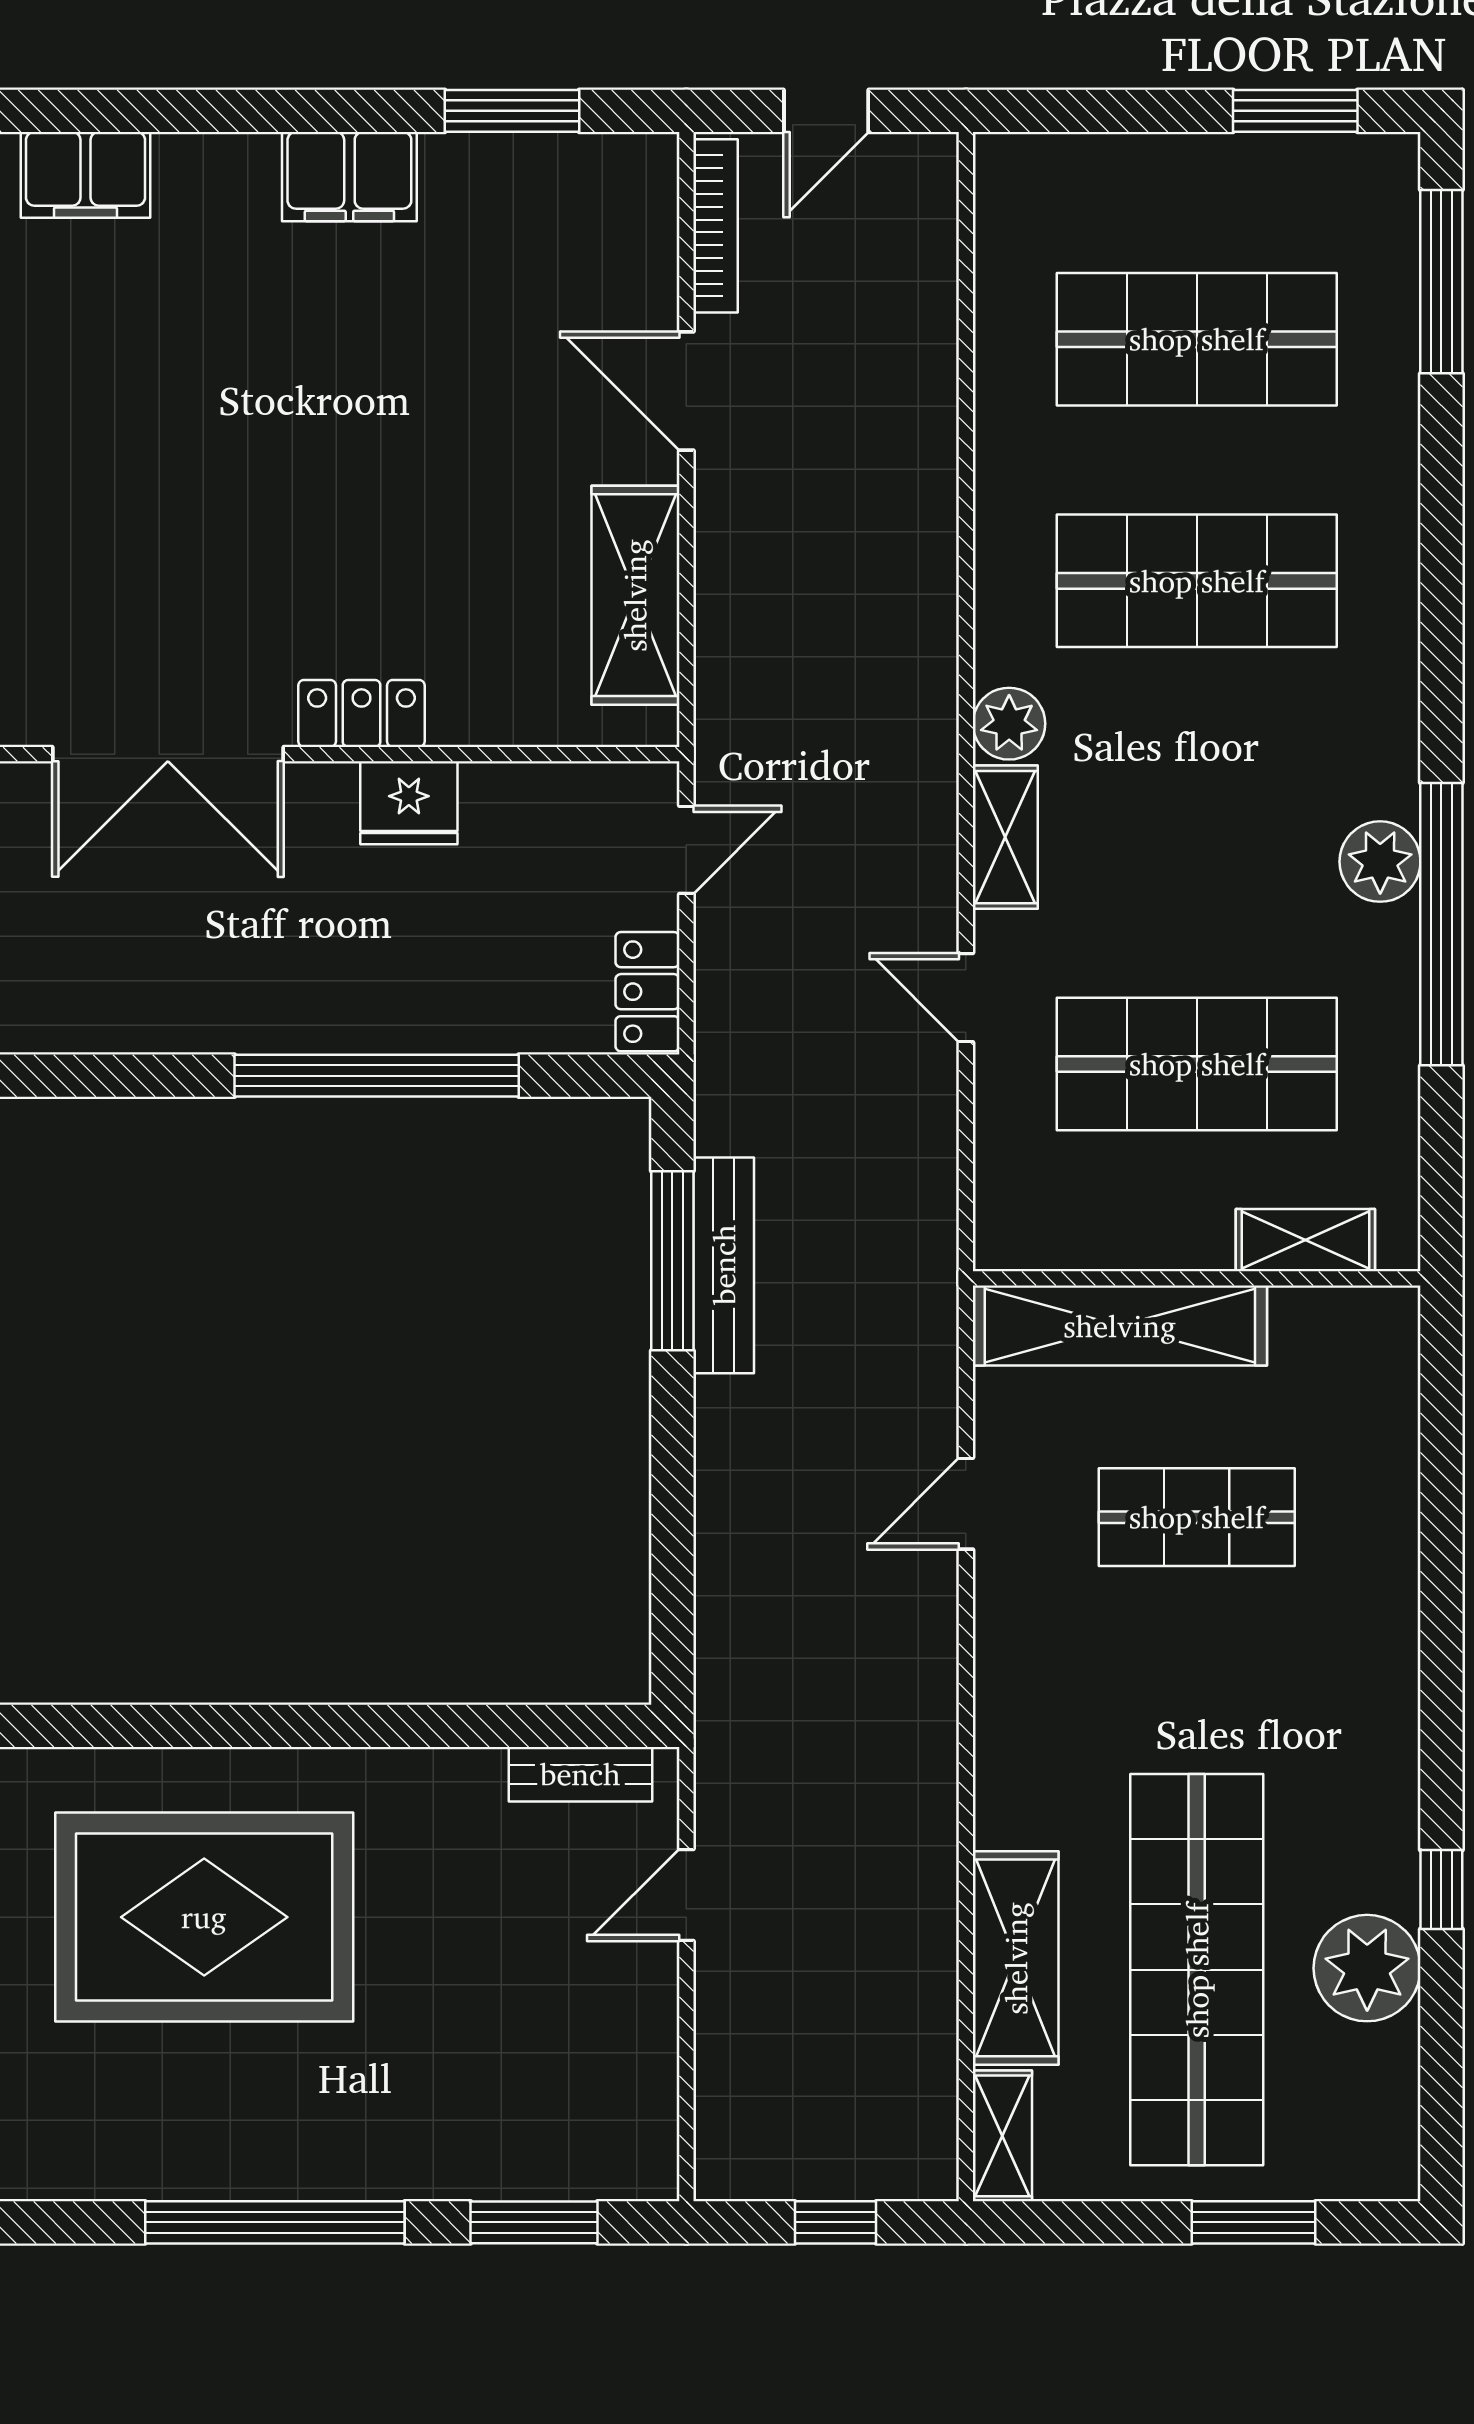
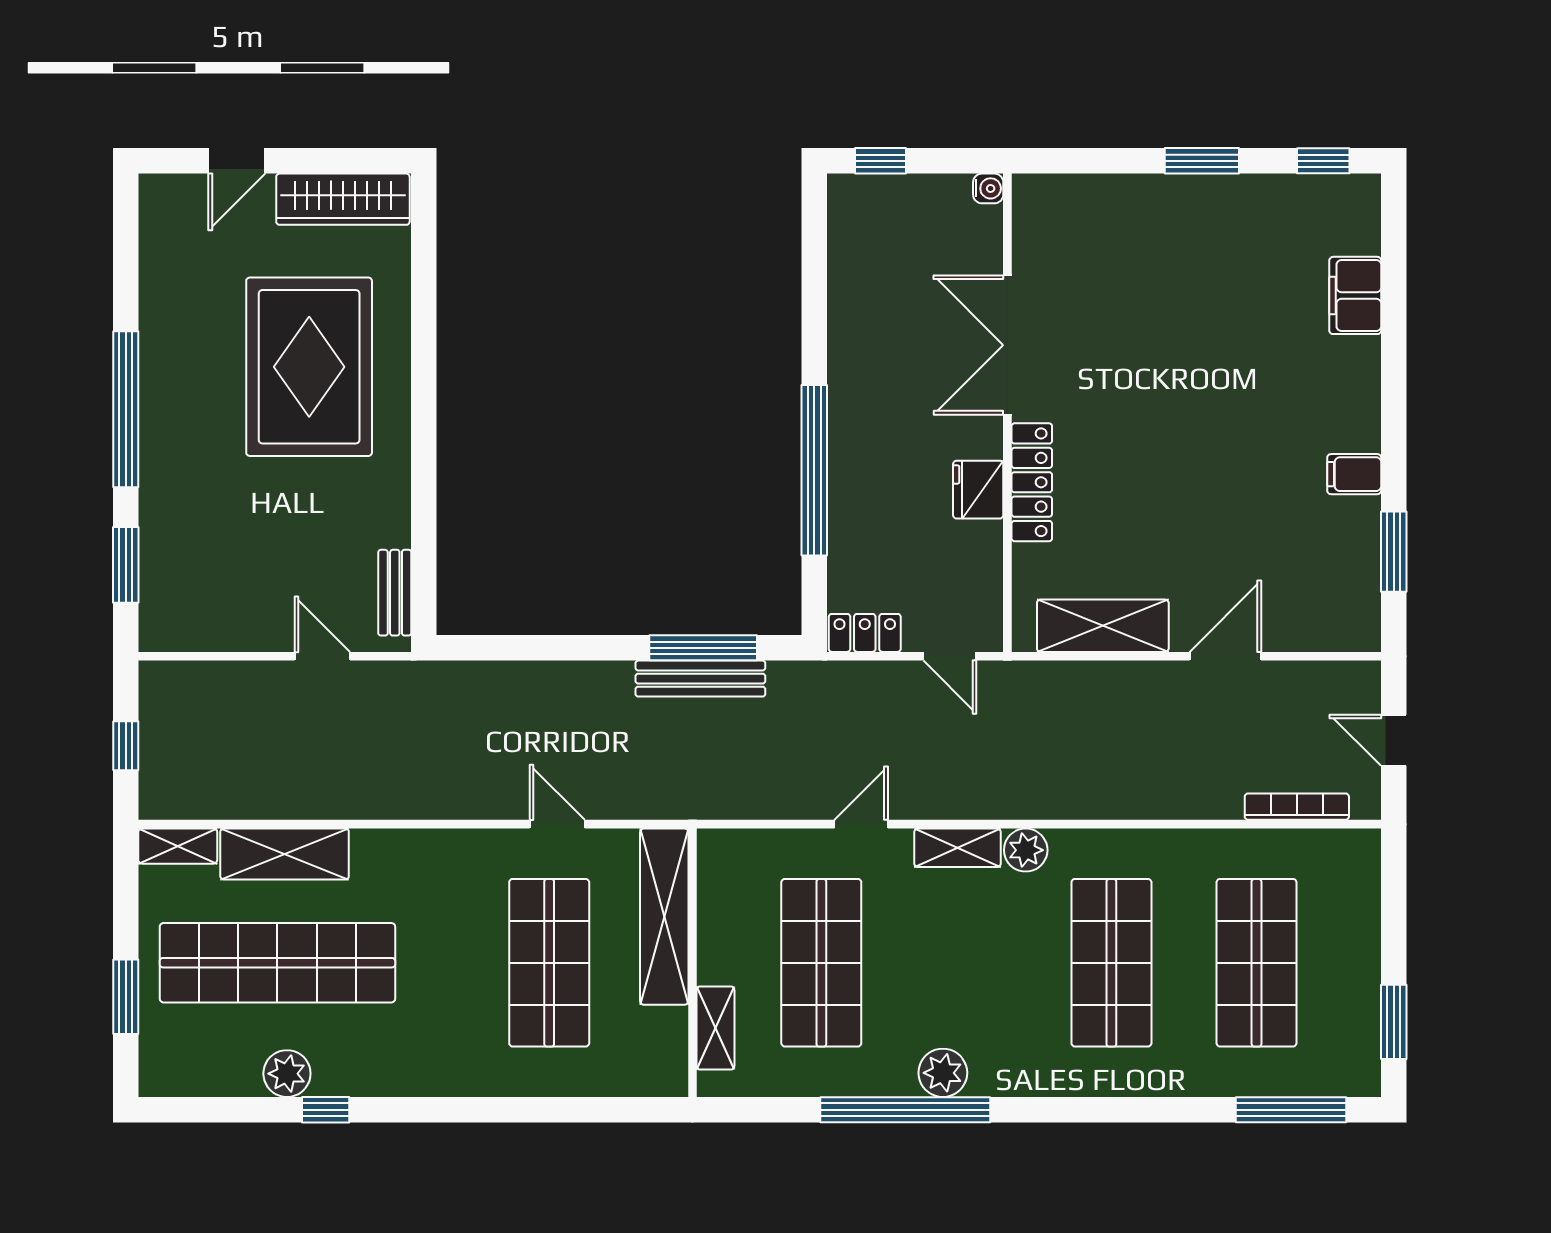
filing cabinet: (349, 177) -> (1354, 474), width x0.50
bookcase: (715, 226) -> (1297, 807), moved, turned 180
locker: (362, 713) -> (1032, 482), width x1.53
shop shelf: (1197, 1517) -> (549, 963), width x1.43, depth x1.36
plant: (1367, 1968) -> (287, 1074), width x0.73, depth x0.73

